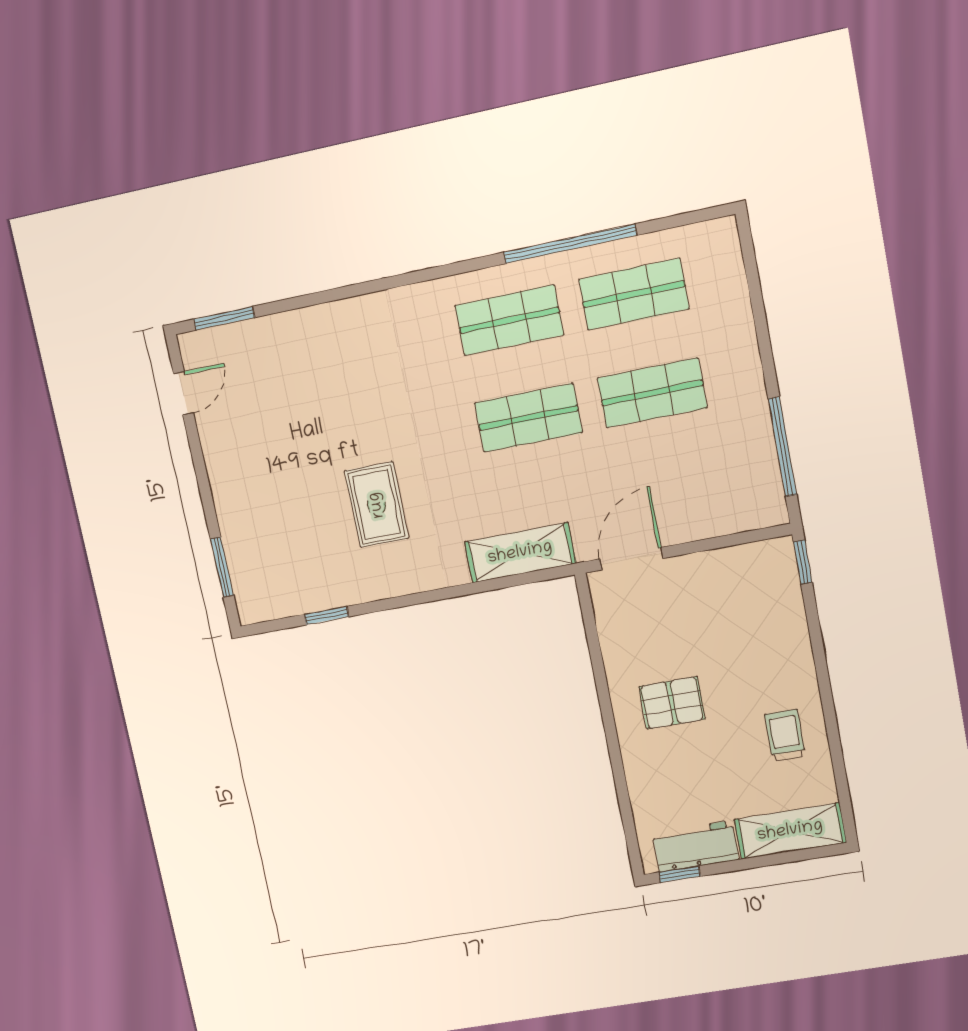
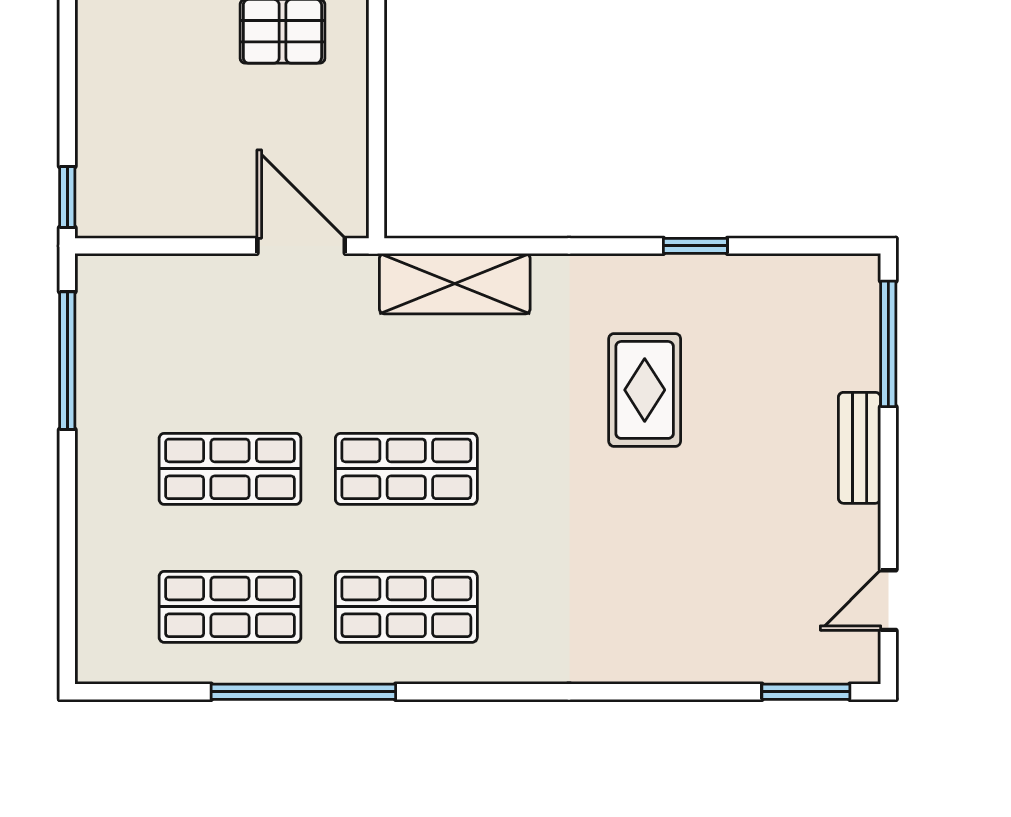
bench: (225, 493) -> (859, 448), added
door: (631, 559) -> (301, 246), swing flipped
window: (222, 567) -> (888, 344), width x1.44
window: (326, 616) -> (695, 246), moved

